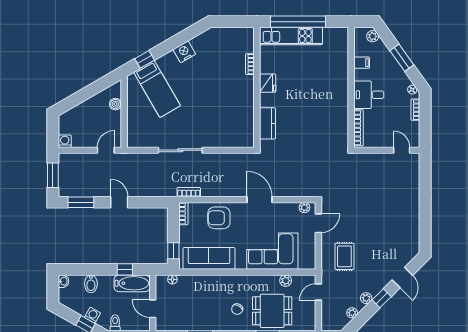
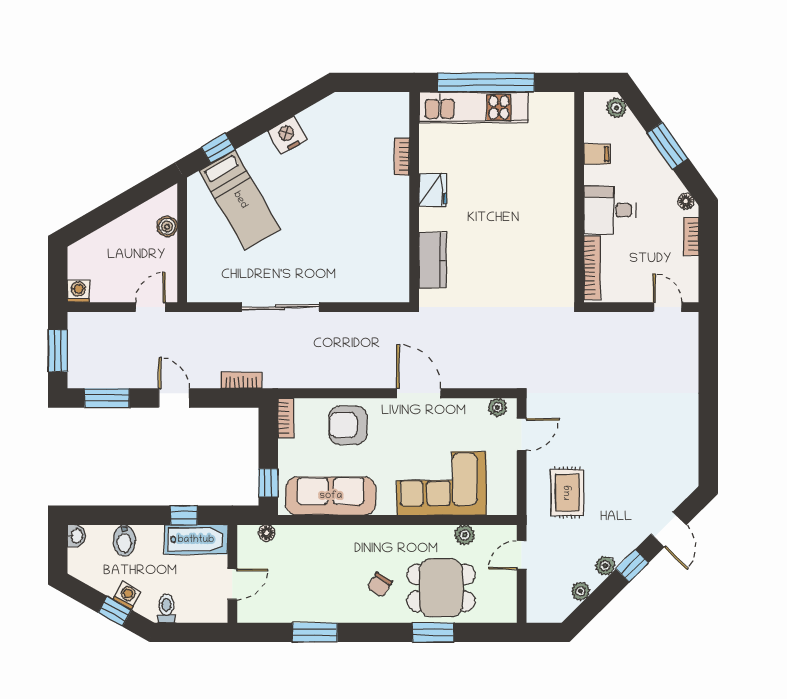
bookcase: (189, 192) -> (241, 380), moved
door: (153, 309) -> (232, 584), swing flipped

